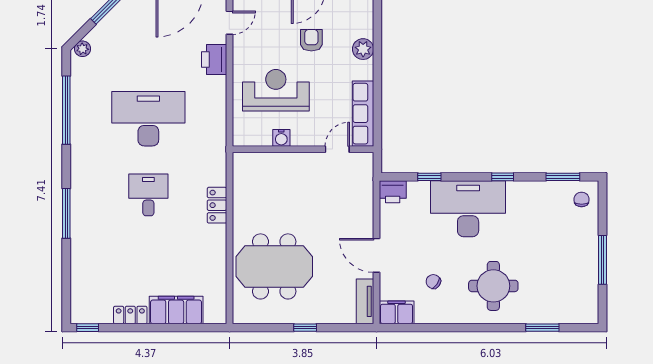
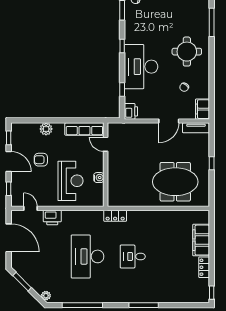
reception desk: (276, 90) -> (71, 181), turned 180
locker: (217, 205) -> (115, 216), moved
meeting table: (274, 266) -> (175, 182), turned 90
window: (542, 328) -> (212, 22), width x1.44

